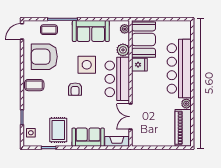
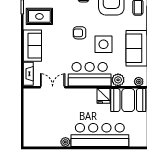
piano: (183, 128) -> (42, 139), removed

